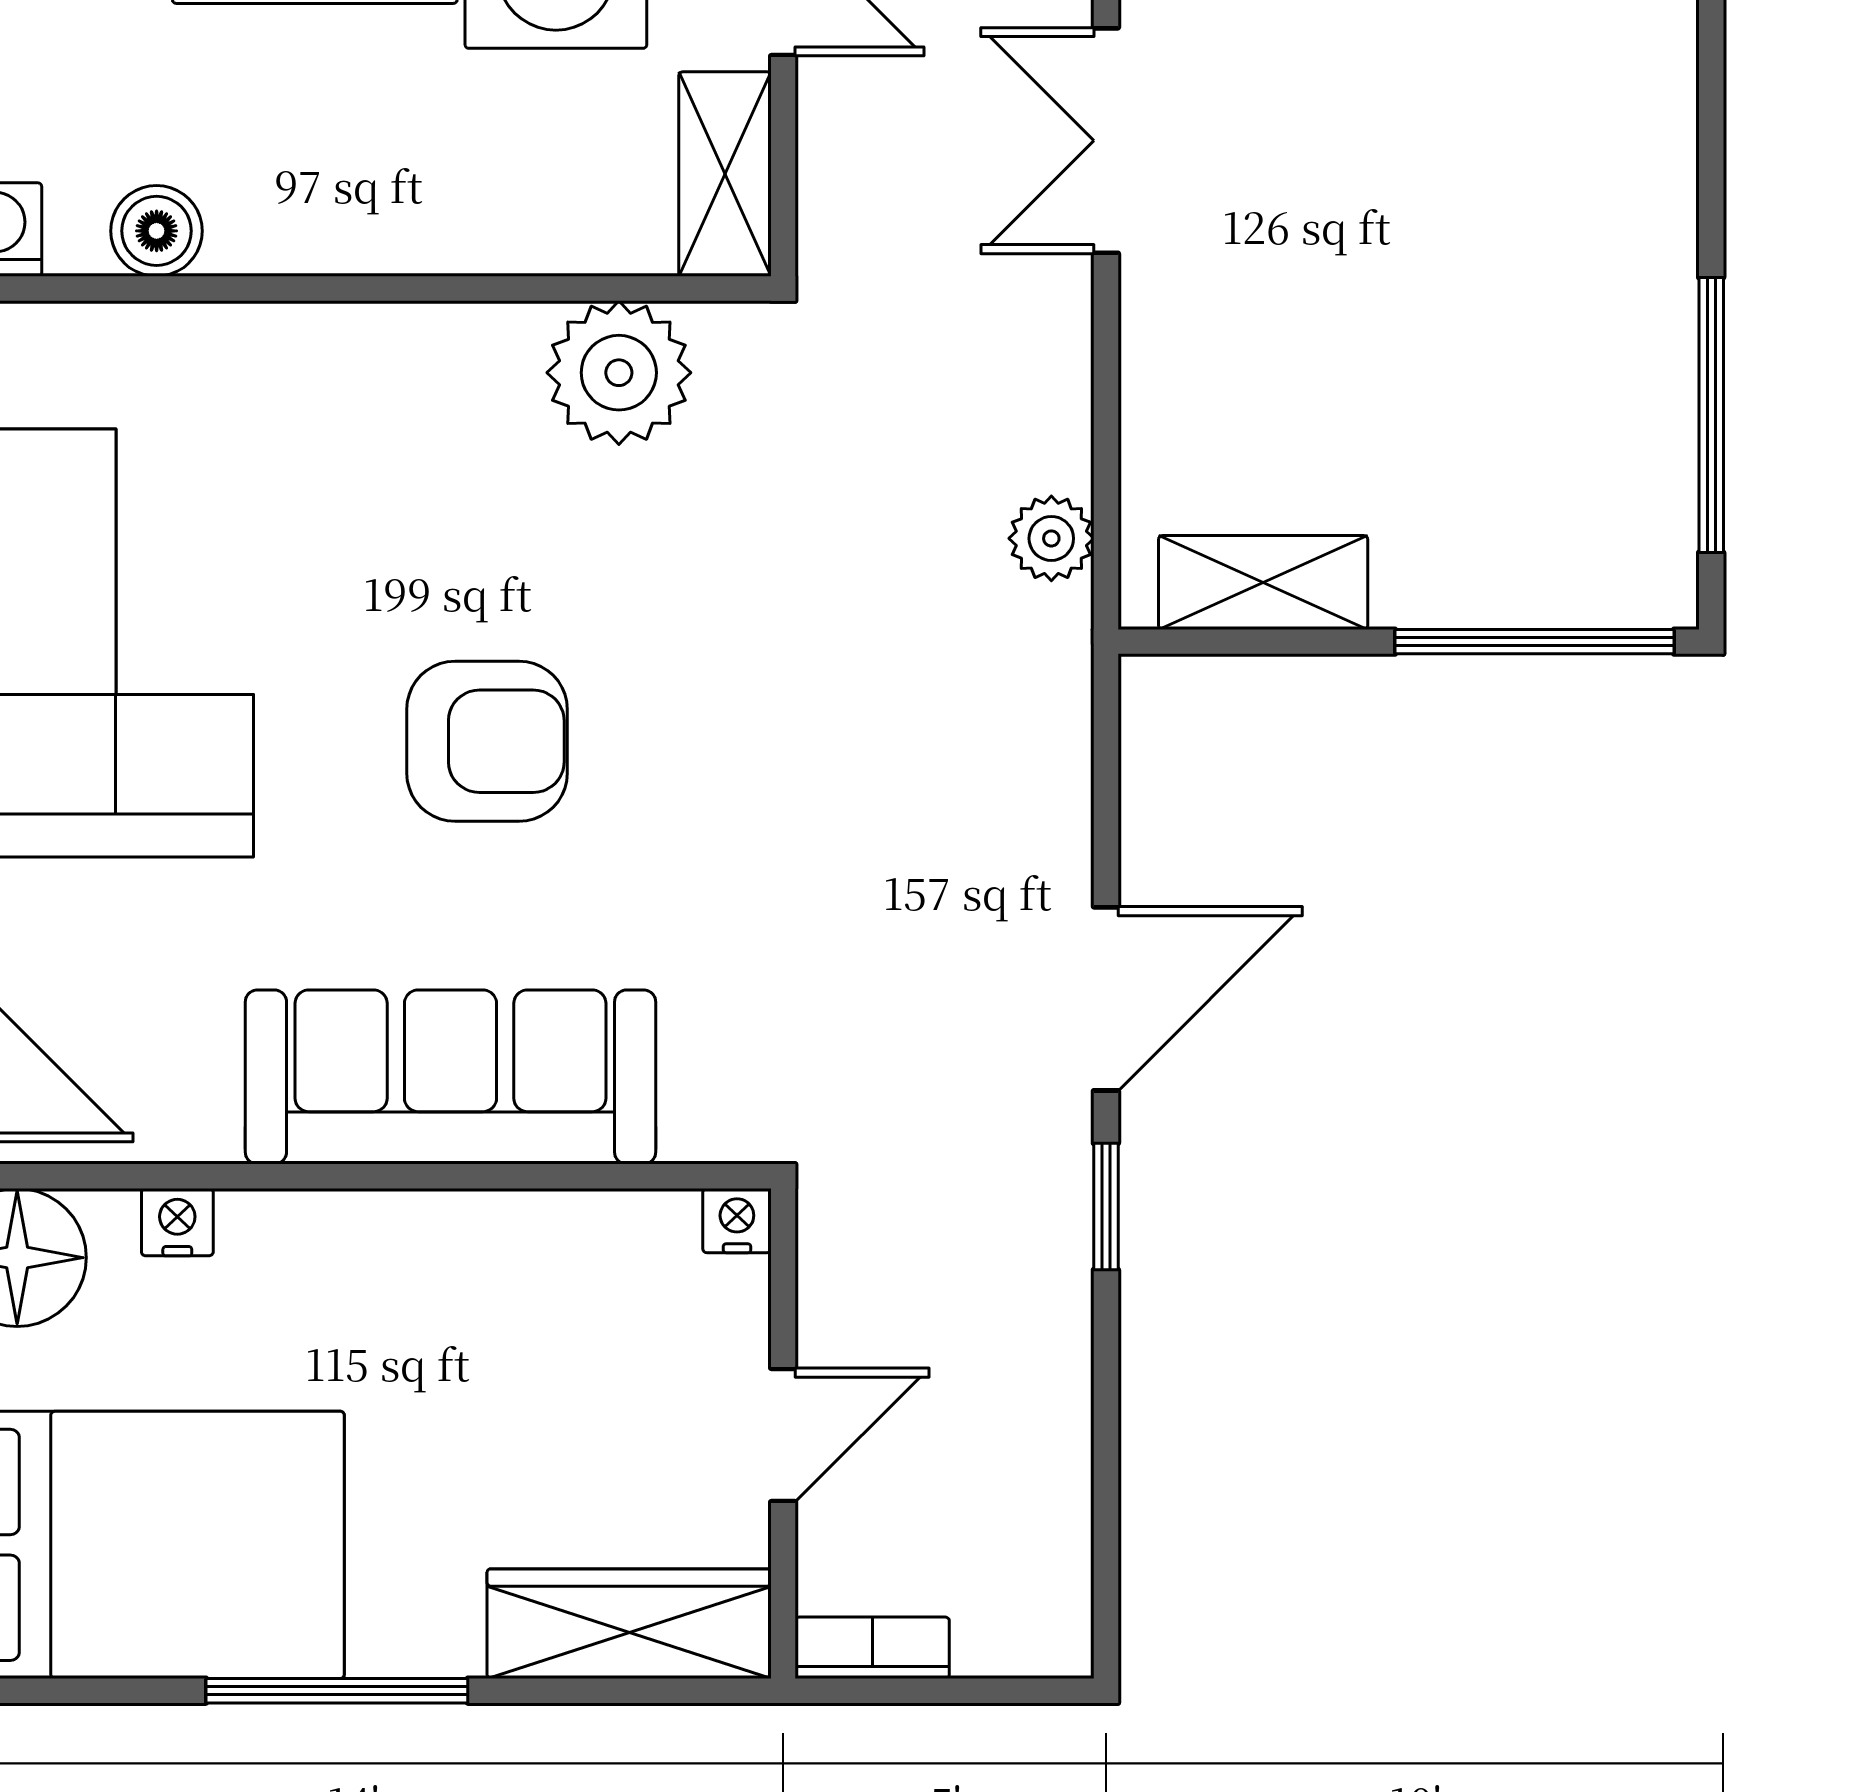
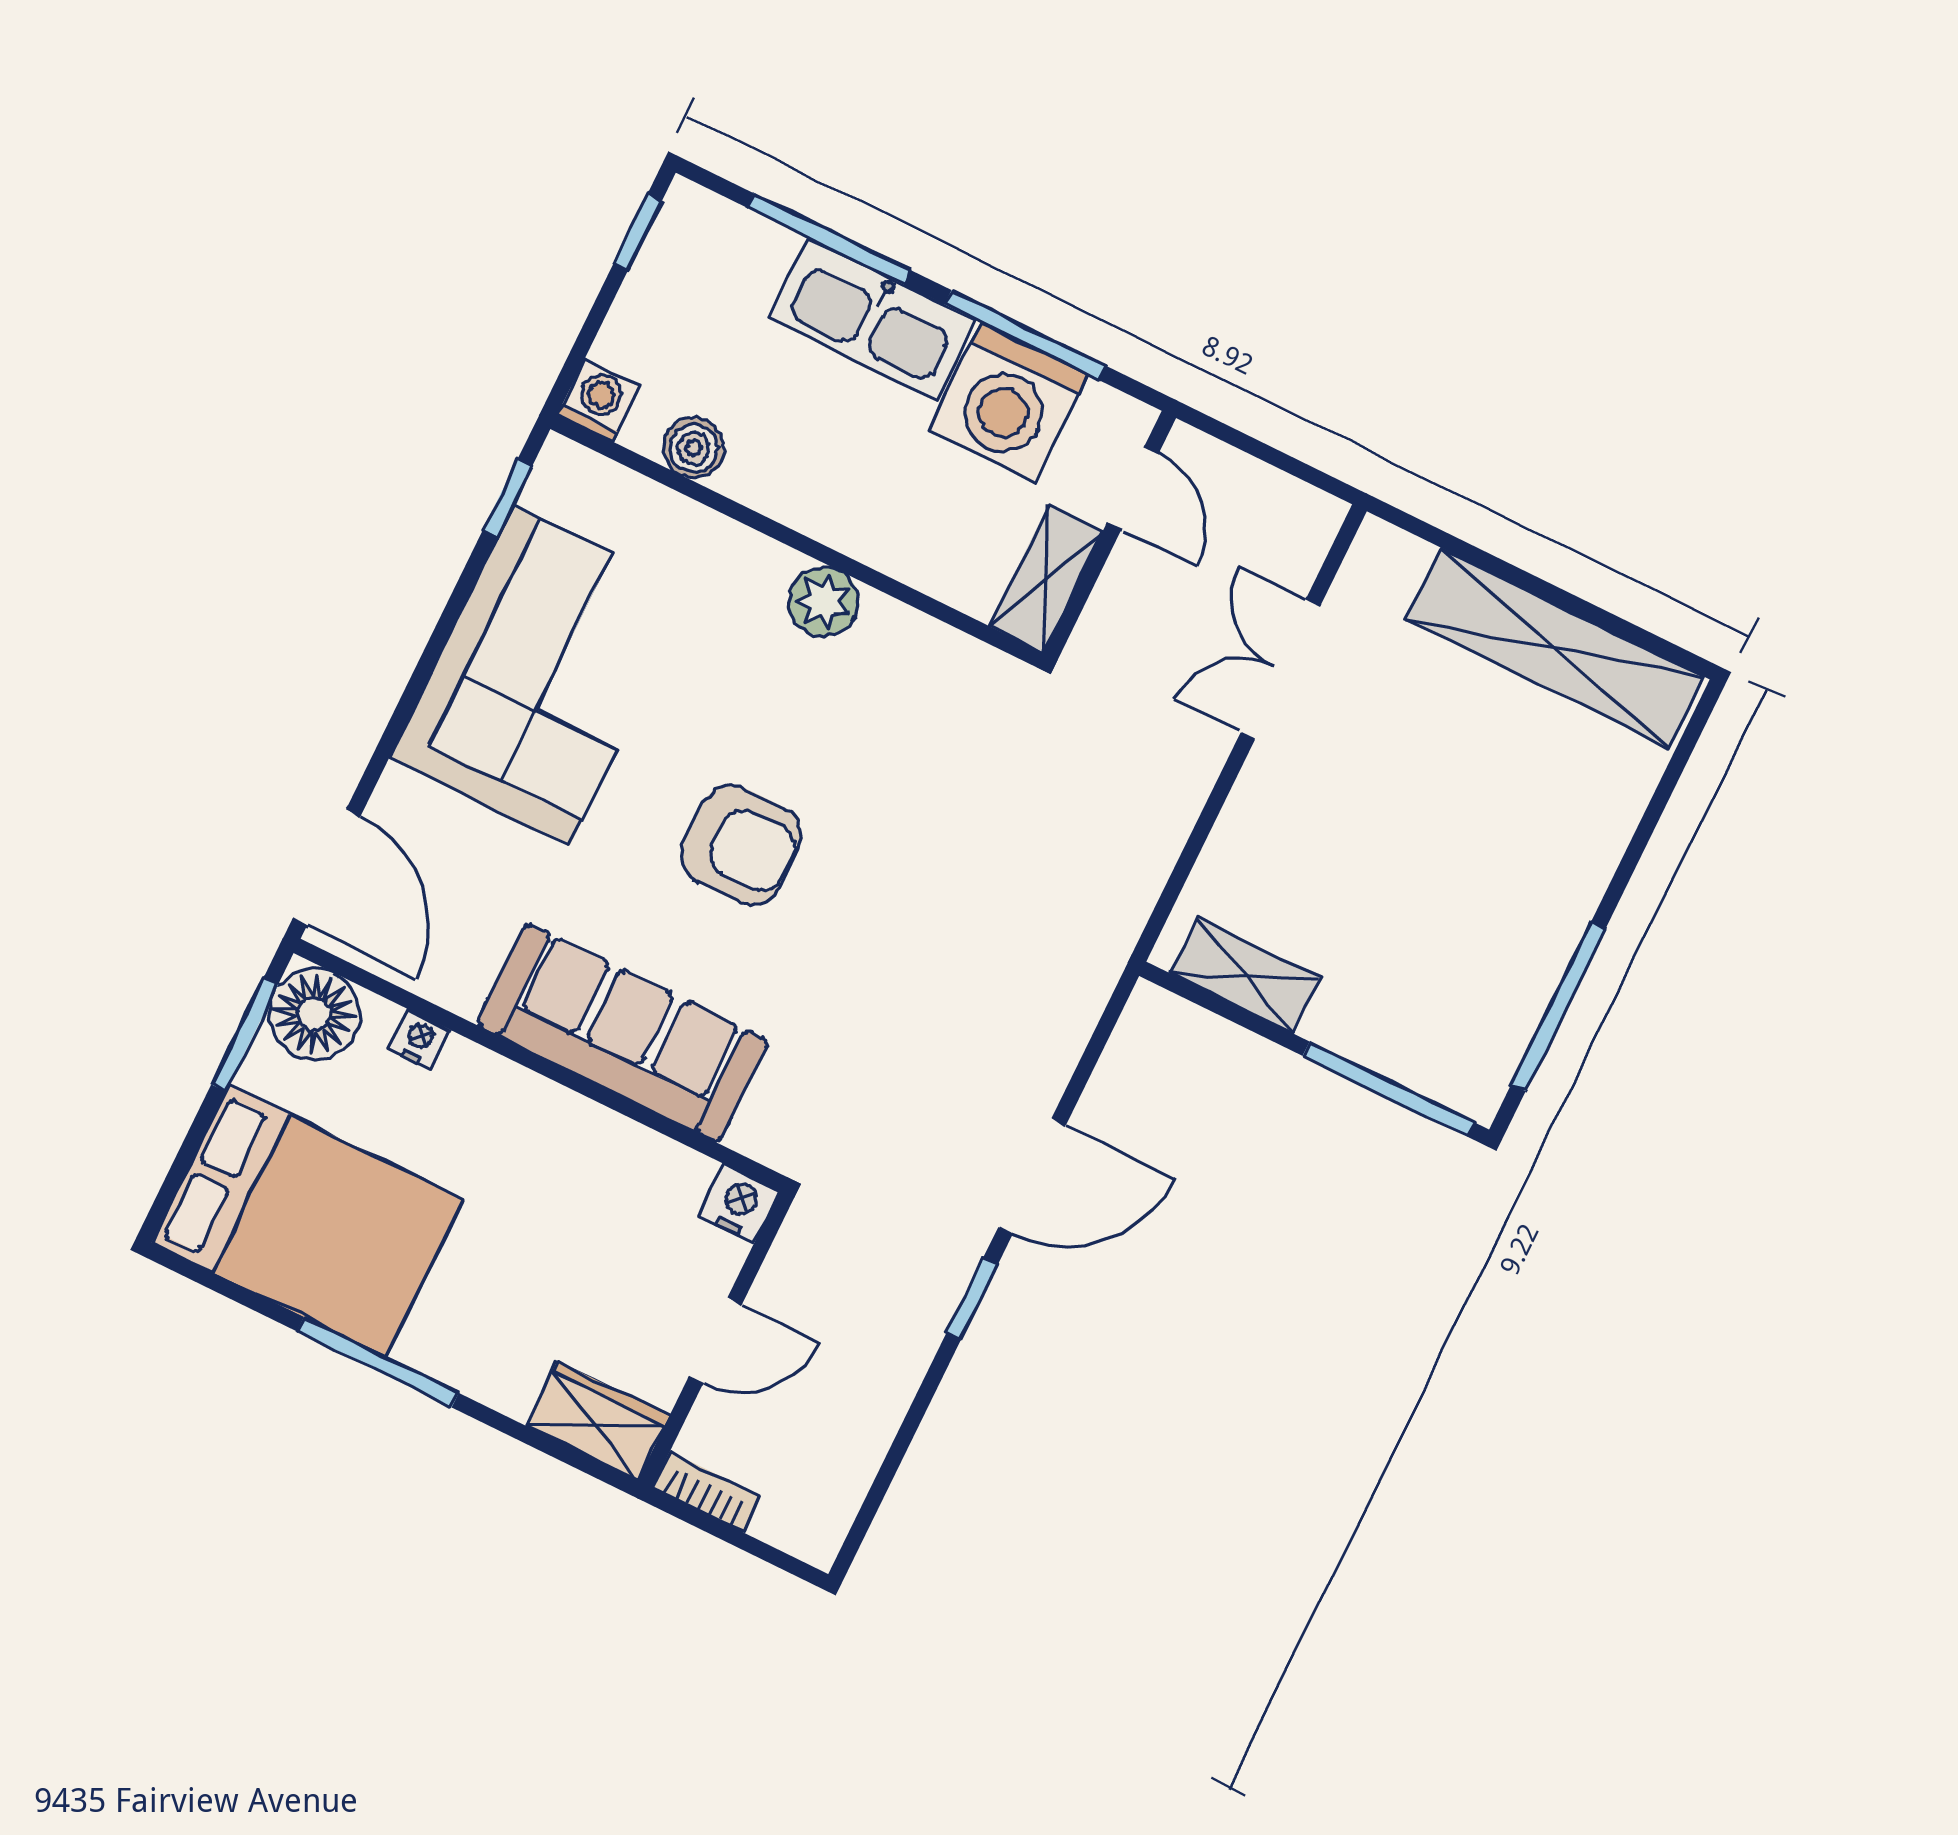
plant: (619, 373) -> (824, 602), moved, width x0.73, depth x0.73
plant: (1051, 538) -> (1133, 889), removed
nightstand: (737, 1221) -> (739, 1203), width x1.39, depth x1.35
wardrobe: (629, 1624) -> (598, 1421), width x0.67

